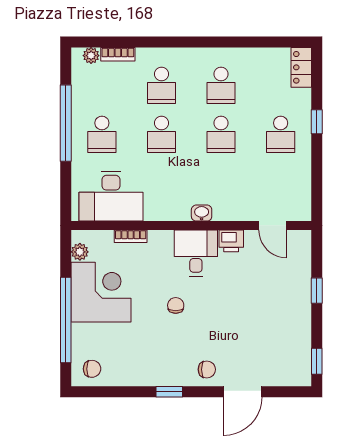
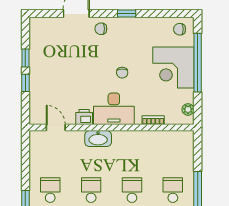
desk: (111, 196) -> (167, 148), removed
washbasin: (202, 213) -> (98, 139), width x1.91, depth x1.45
desk: (196, 253) -> (114, 109), width x1.37
corner desk: (101, 292) -> (173, 68), moved
window: (317, 361) -> (25, 58), moved

